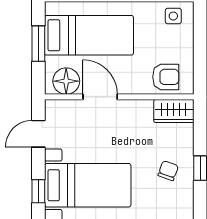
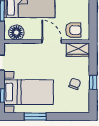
door: (100, 97) -> (52, 42), moved

